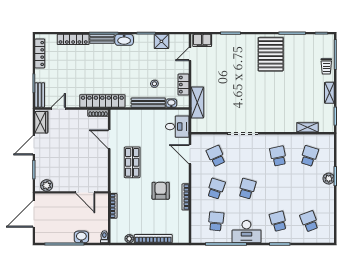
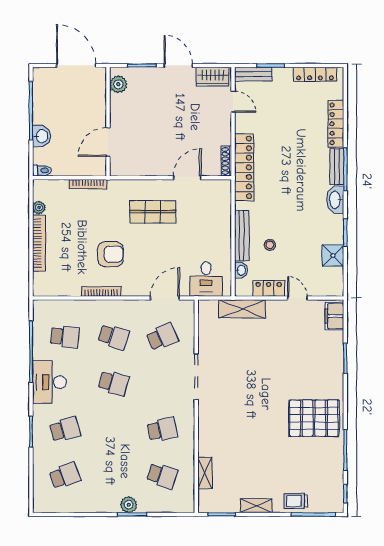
door: (190, 54) -> (297, 298), moved

